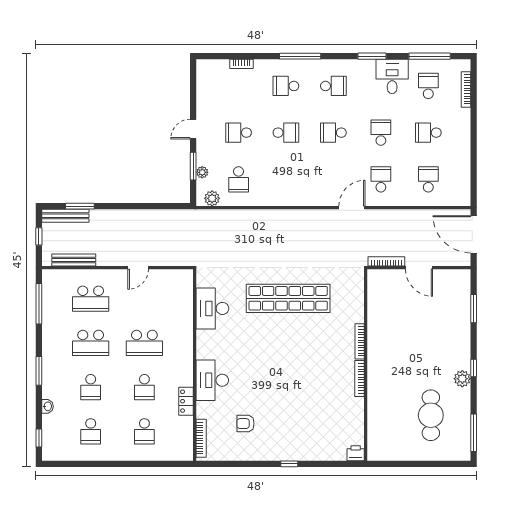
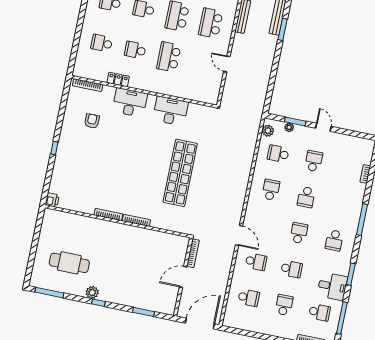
school desk: (286, 86) -> (271, 190), moved
desk: (212, 308) -> (170, 111), moved

